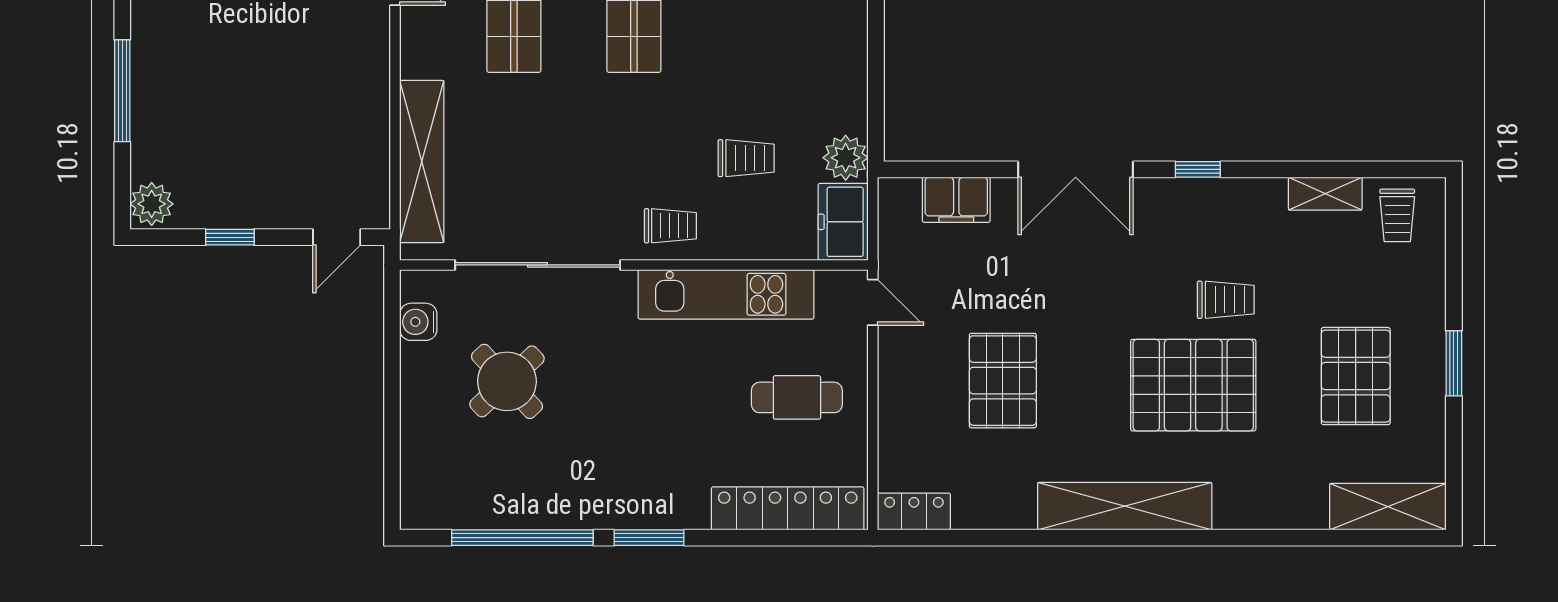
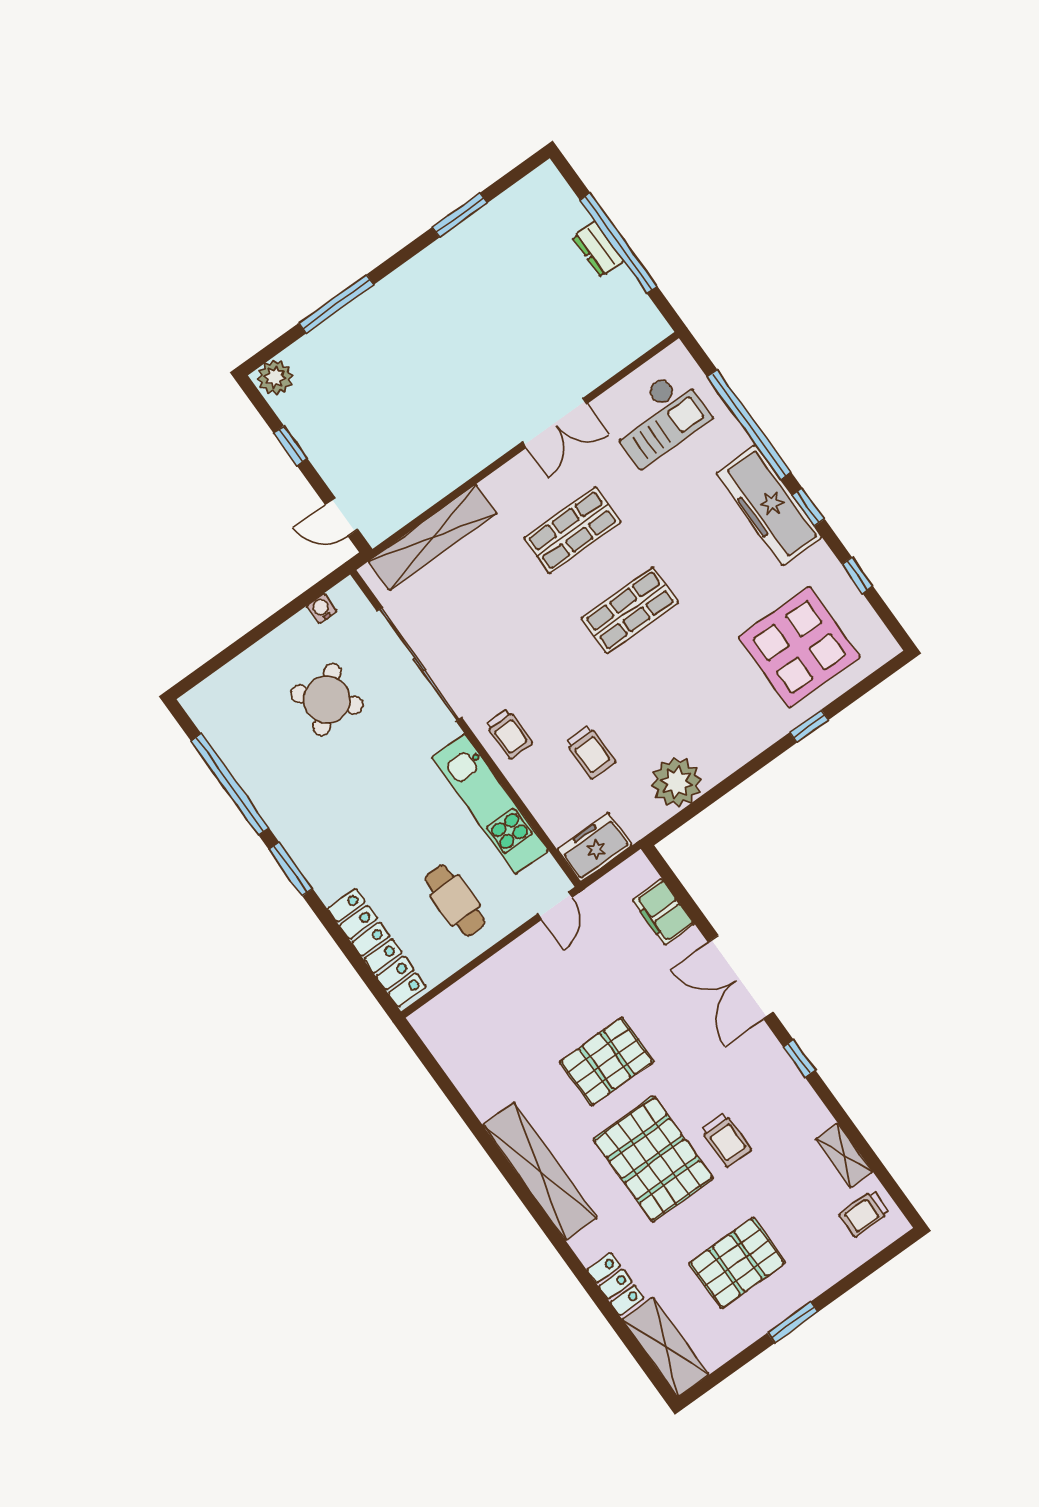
plant: (846, 158) -> (677, 782), moved, width x1.36, depth x1.36
water cooler: (418, 322) -> (322, 608), width x0.72, depth x0.72
pallet: (1003, 381) -> (607, 1061), moved
locker: (914, 512) -> (615, 1284), moved

